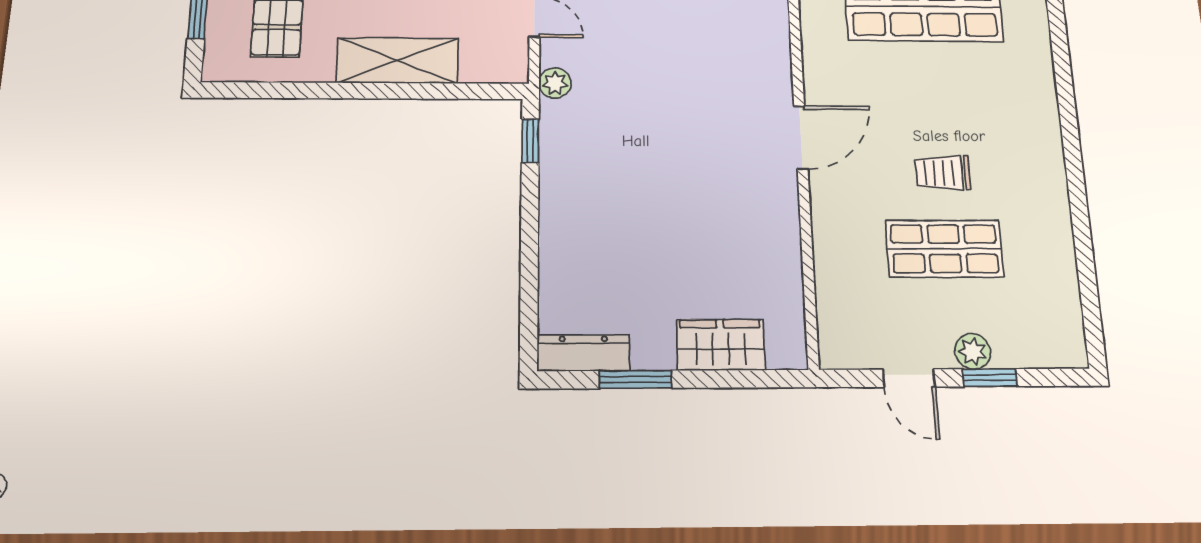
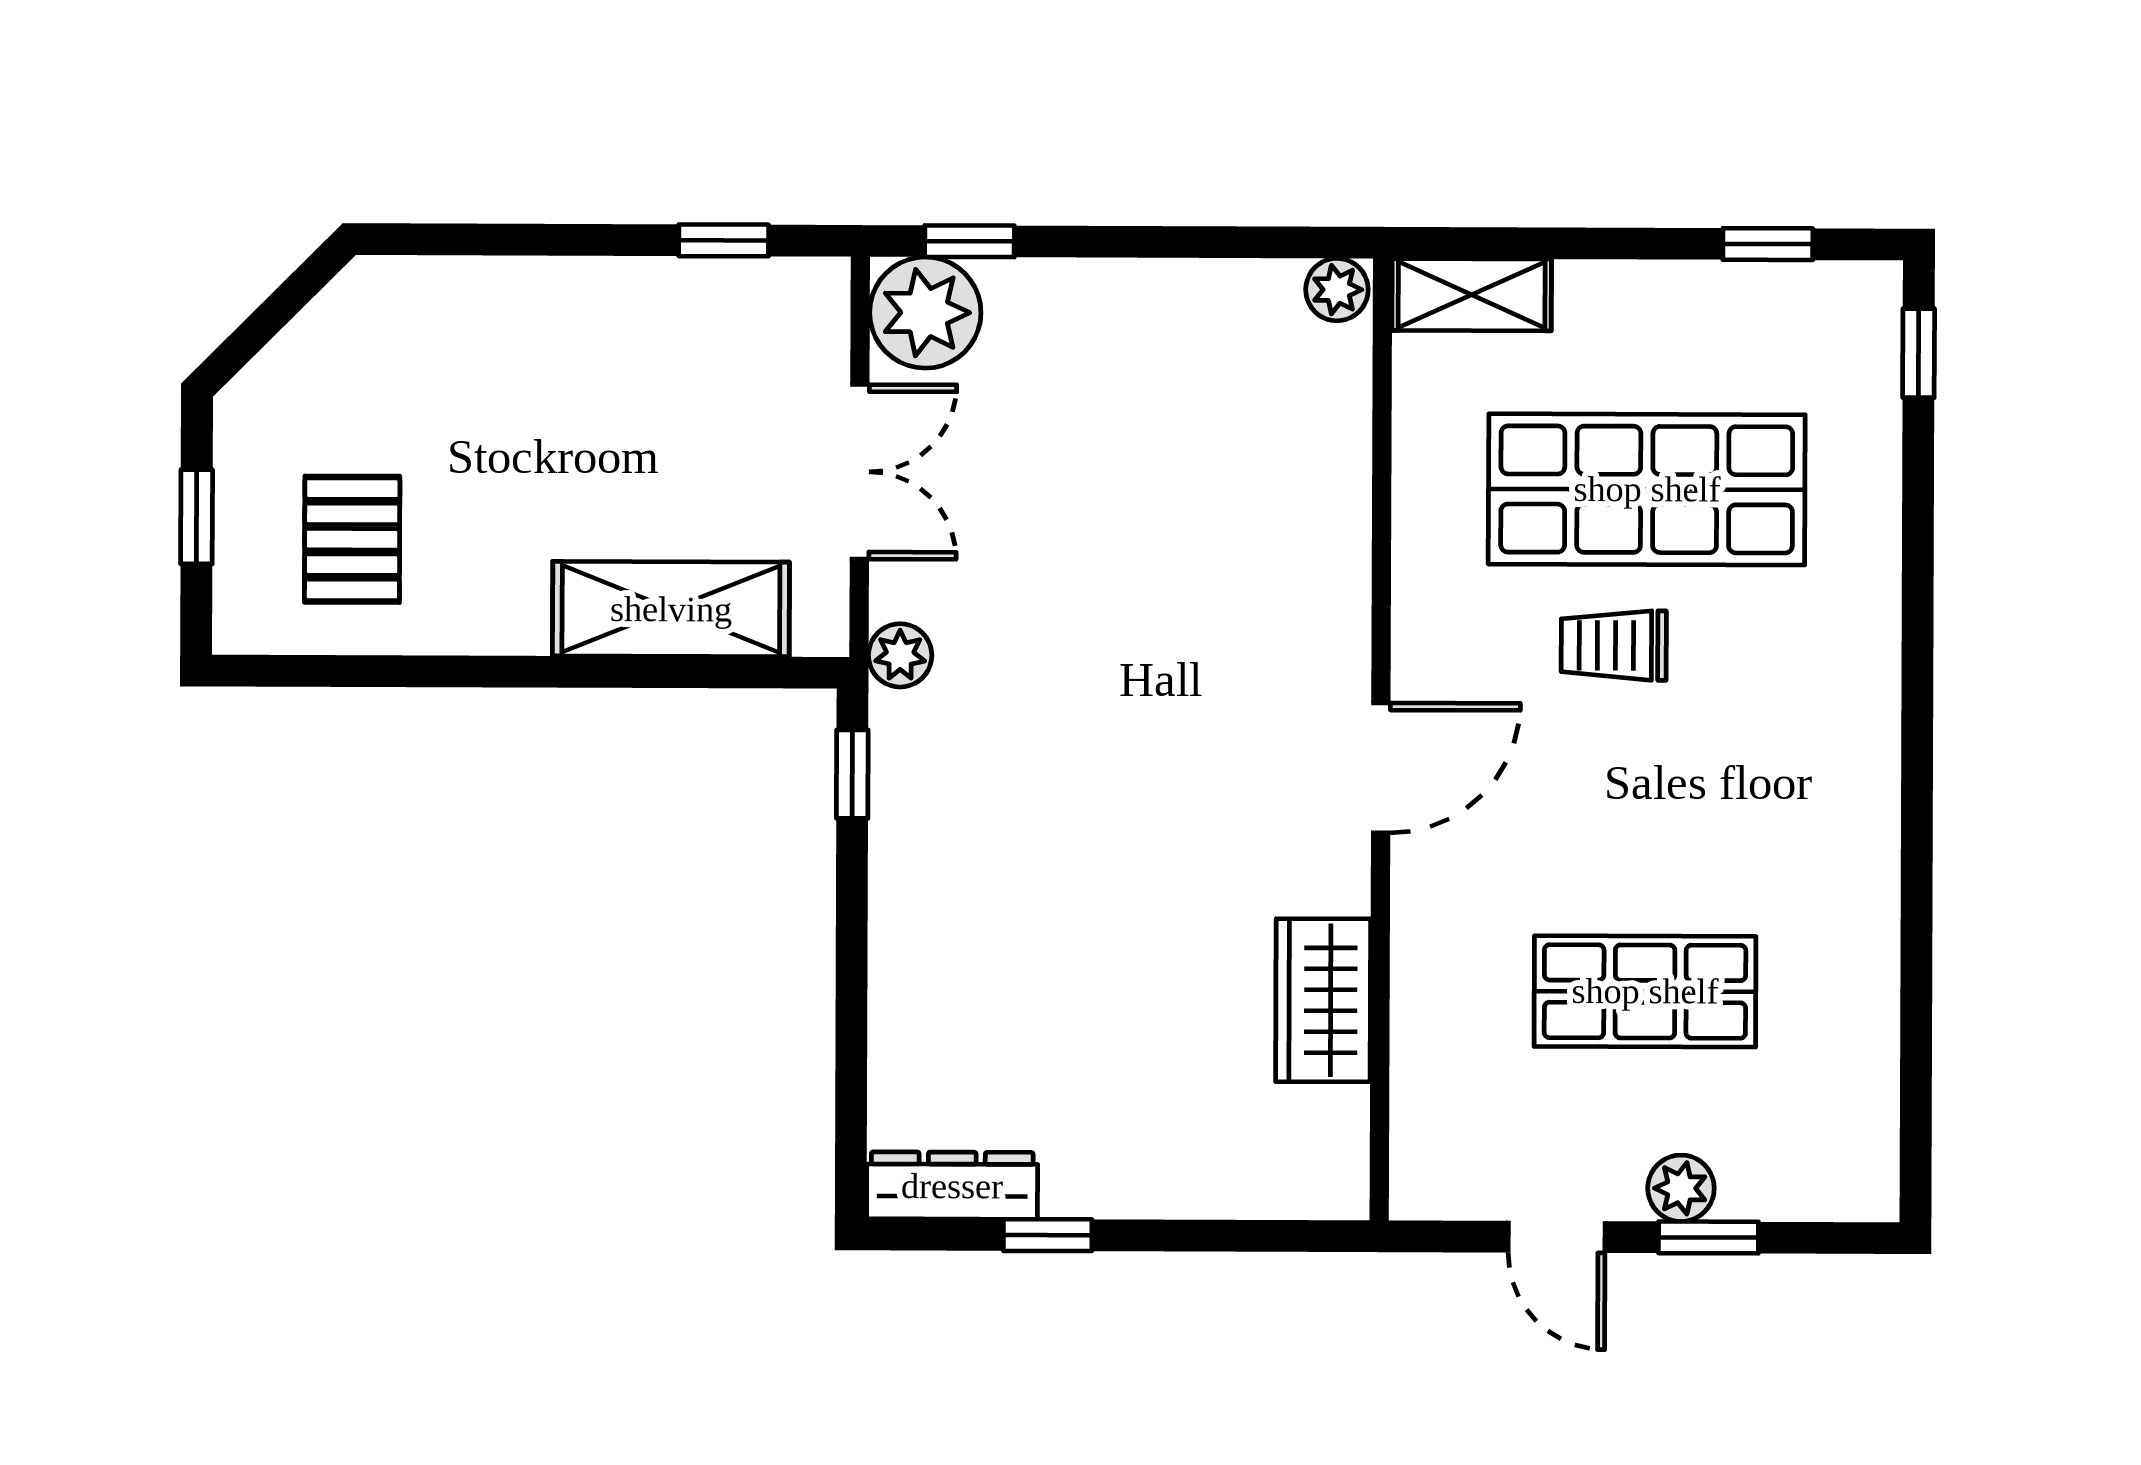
shelving: (397, 61) -> (671, 609), moved
trolley: (943, 173) -> (1614, 645), moved
wardrobe: (721, 345) -> (1323, 1000), moved, turned -90
window: (635, 379) -> (1048, 1235), width x0.67

